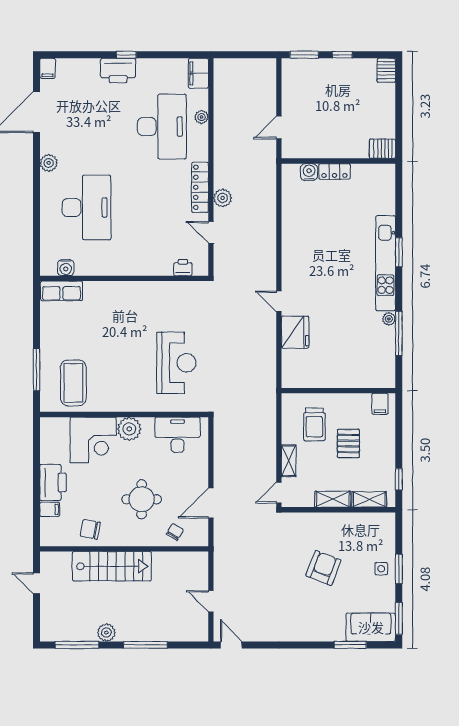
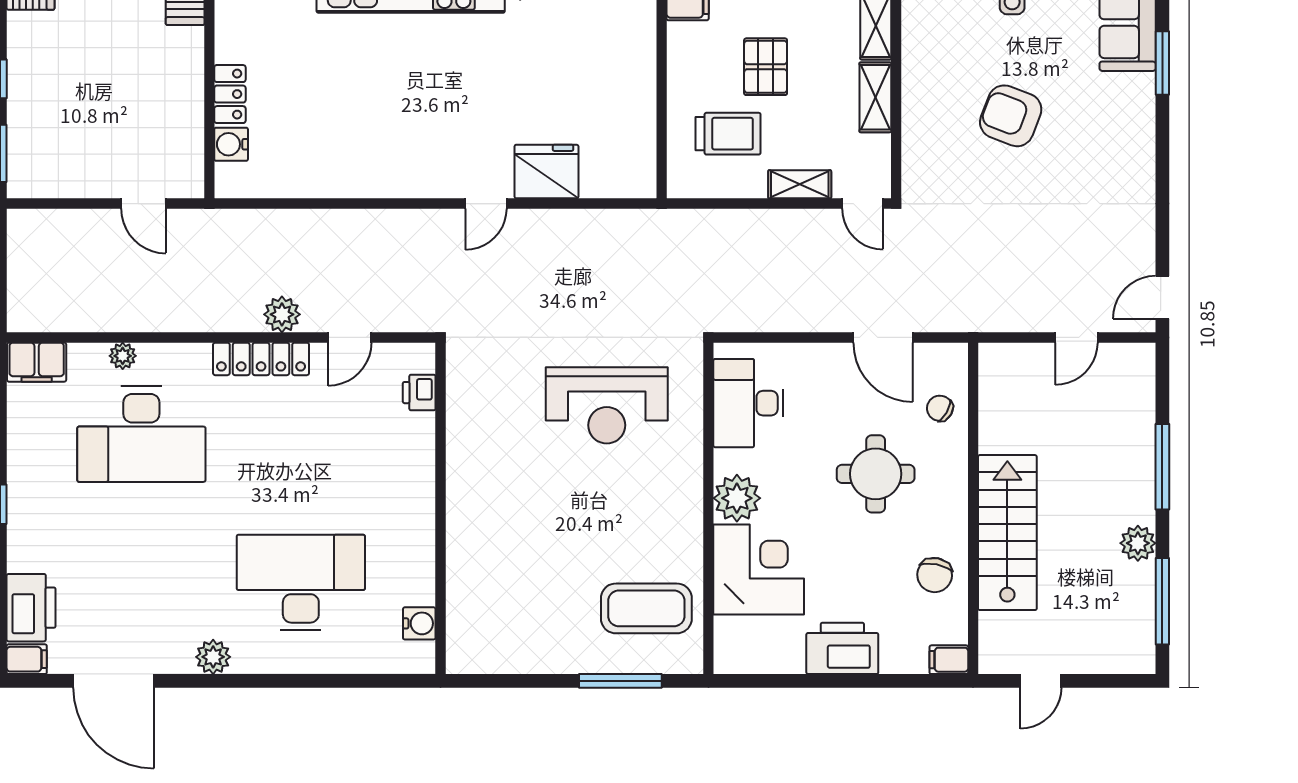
printer: (118, 70) -> (31, 608), moved
desk: (162, 127) -> (141, 434), turned 180
row of seats: (61, 291) -> (465, 632), removed
reception desk: (176, 363) -> (607, 405), turned 180
pallet: (348, 443) -> (766, 67), turned 90
filing cabinet: (50, 509) -> (949, 660), moved, turned -90

